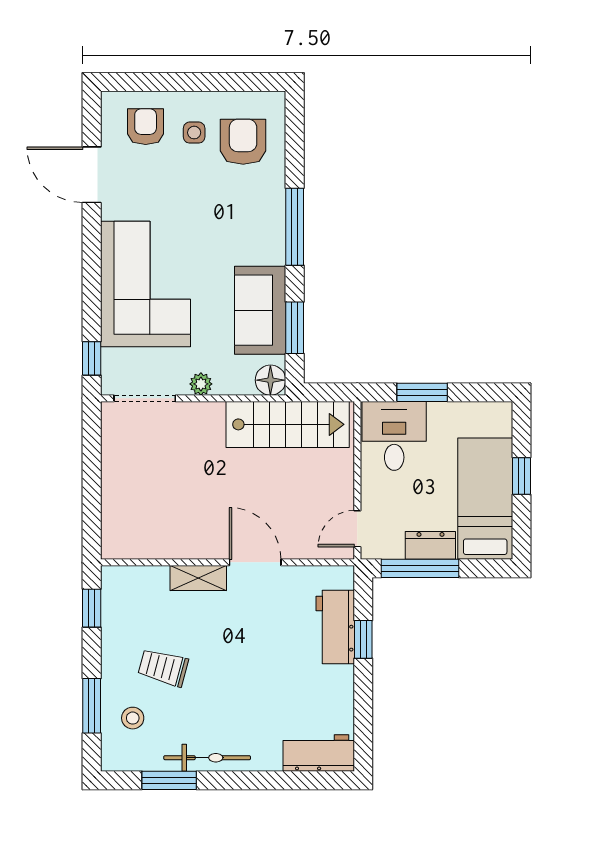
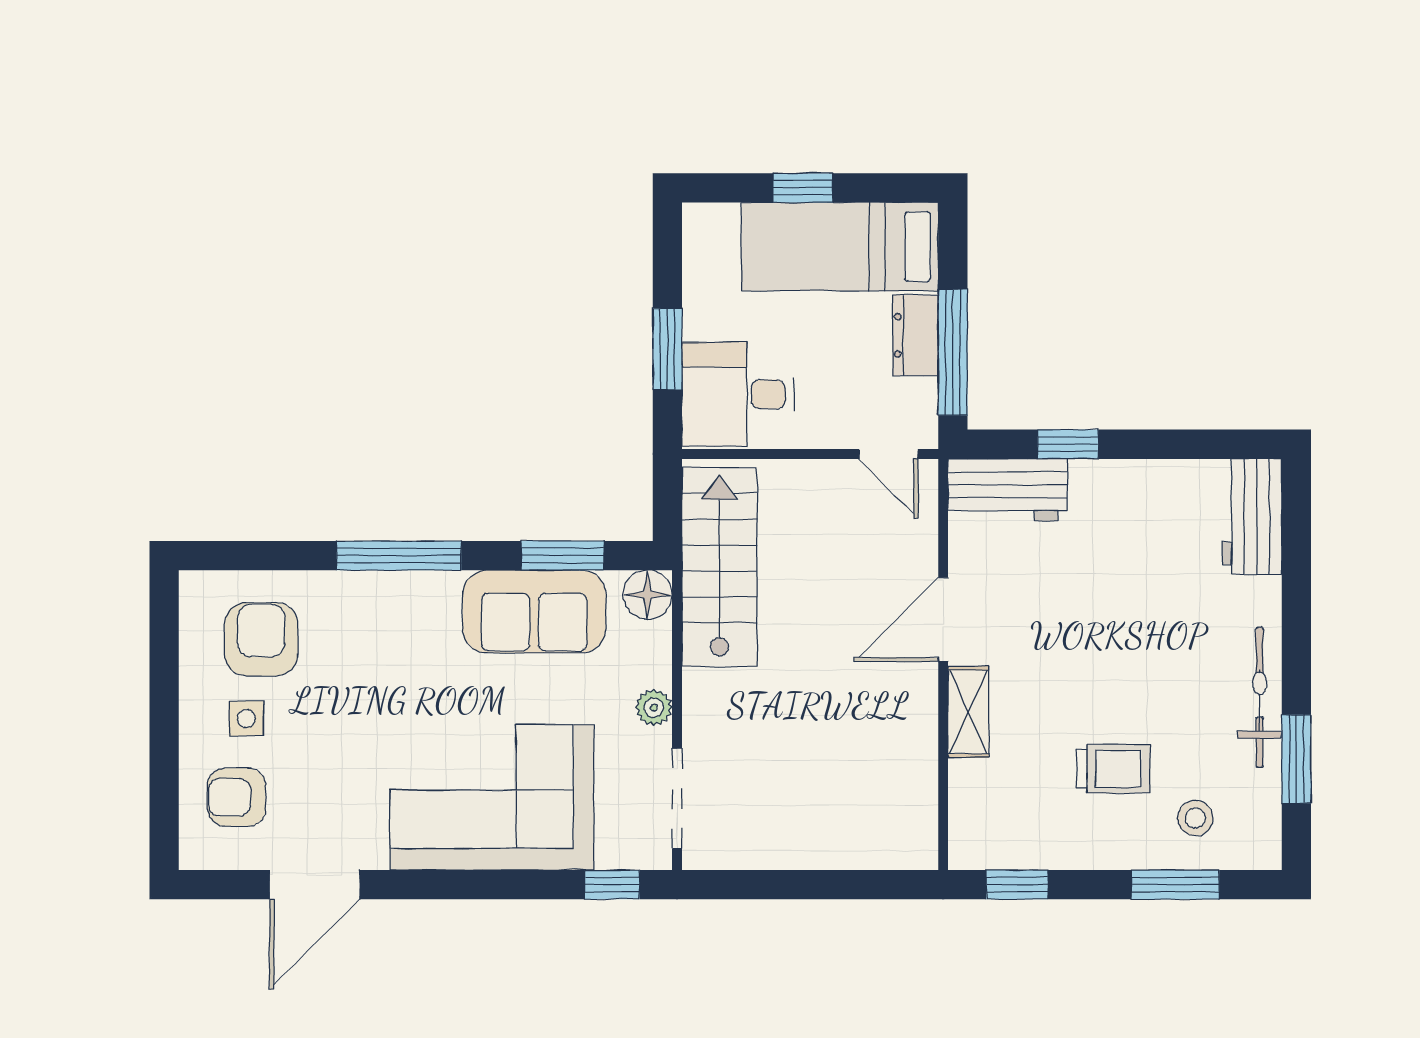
armchair: (243, 142) -> (261, 639), turned 90
workbench: (335, 627) -> (1008, 490), moved
trolley: (163, 668) -> (1114, 769), turned -105

